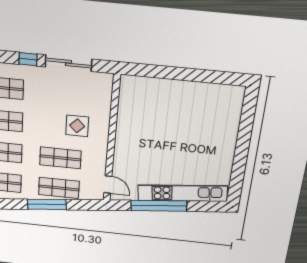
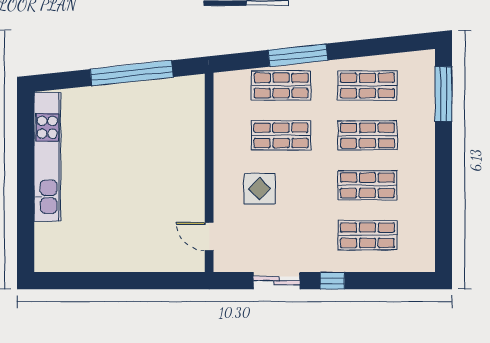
sliding door: (68, 63) -> (277, 281), width x0.73
door: (108, 185) -> (209, 237), moved
kitchen unit: (182, 193) -> (47, 157), moved, turned -84

